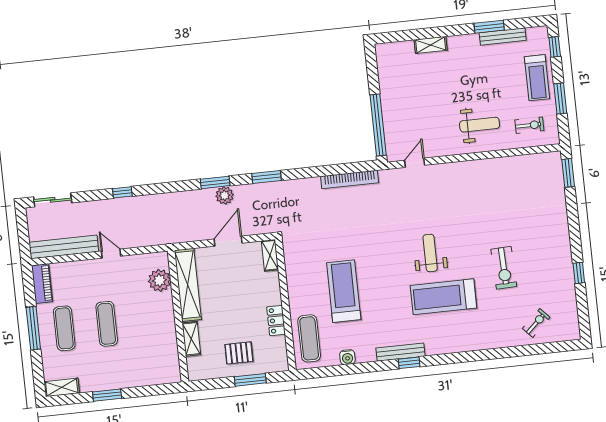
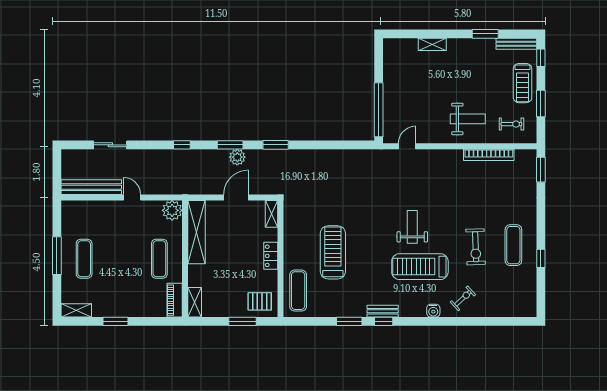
bench: (503, 37) -> (516, 44), moved
bookcase: (350, 179) -> (489, 155), moved
window: (122, 192) -> (182, 145), moved
sliding door: (53, 200) -> (110, 145), moved
exercise mat: (546, 261) -> (513, 245), added
plant: (159, 280) -> (172, 210), moved
piano: (42, 284) -> (175, 300), moved, turned 180
locker: (276, 321) -> (271, 256), moved
exercise bike: (536, 323) -> (463, 298), moved
exercise mat: (107, 324) -> (159, 259), moved
shelving: (191, 339) -> (195, 302), moved
bench: (401, 352) -> (383, 311), width x0.73
pallet: (239, 353) -> (260, 301), moved
water cooler: (347, 357) -> (433, 311), moved
window: (370, 367) -> (349, 321), added

